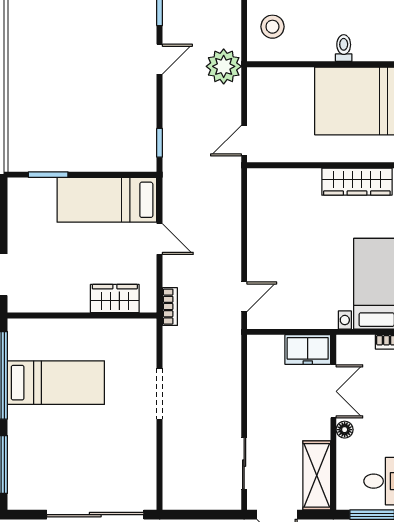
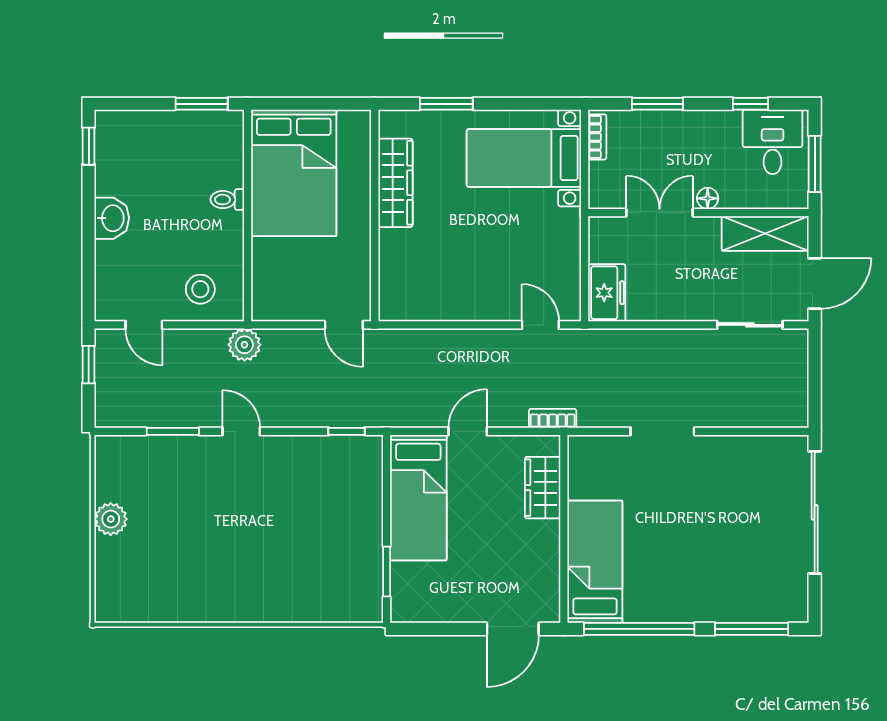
plant: (224, 66) -> (244, 345), width x0.73, depth x0.73
freezer: (308, 350) -> (607, 293), moved
bed: (56, 383) -> (595, 562), moved

